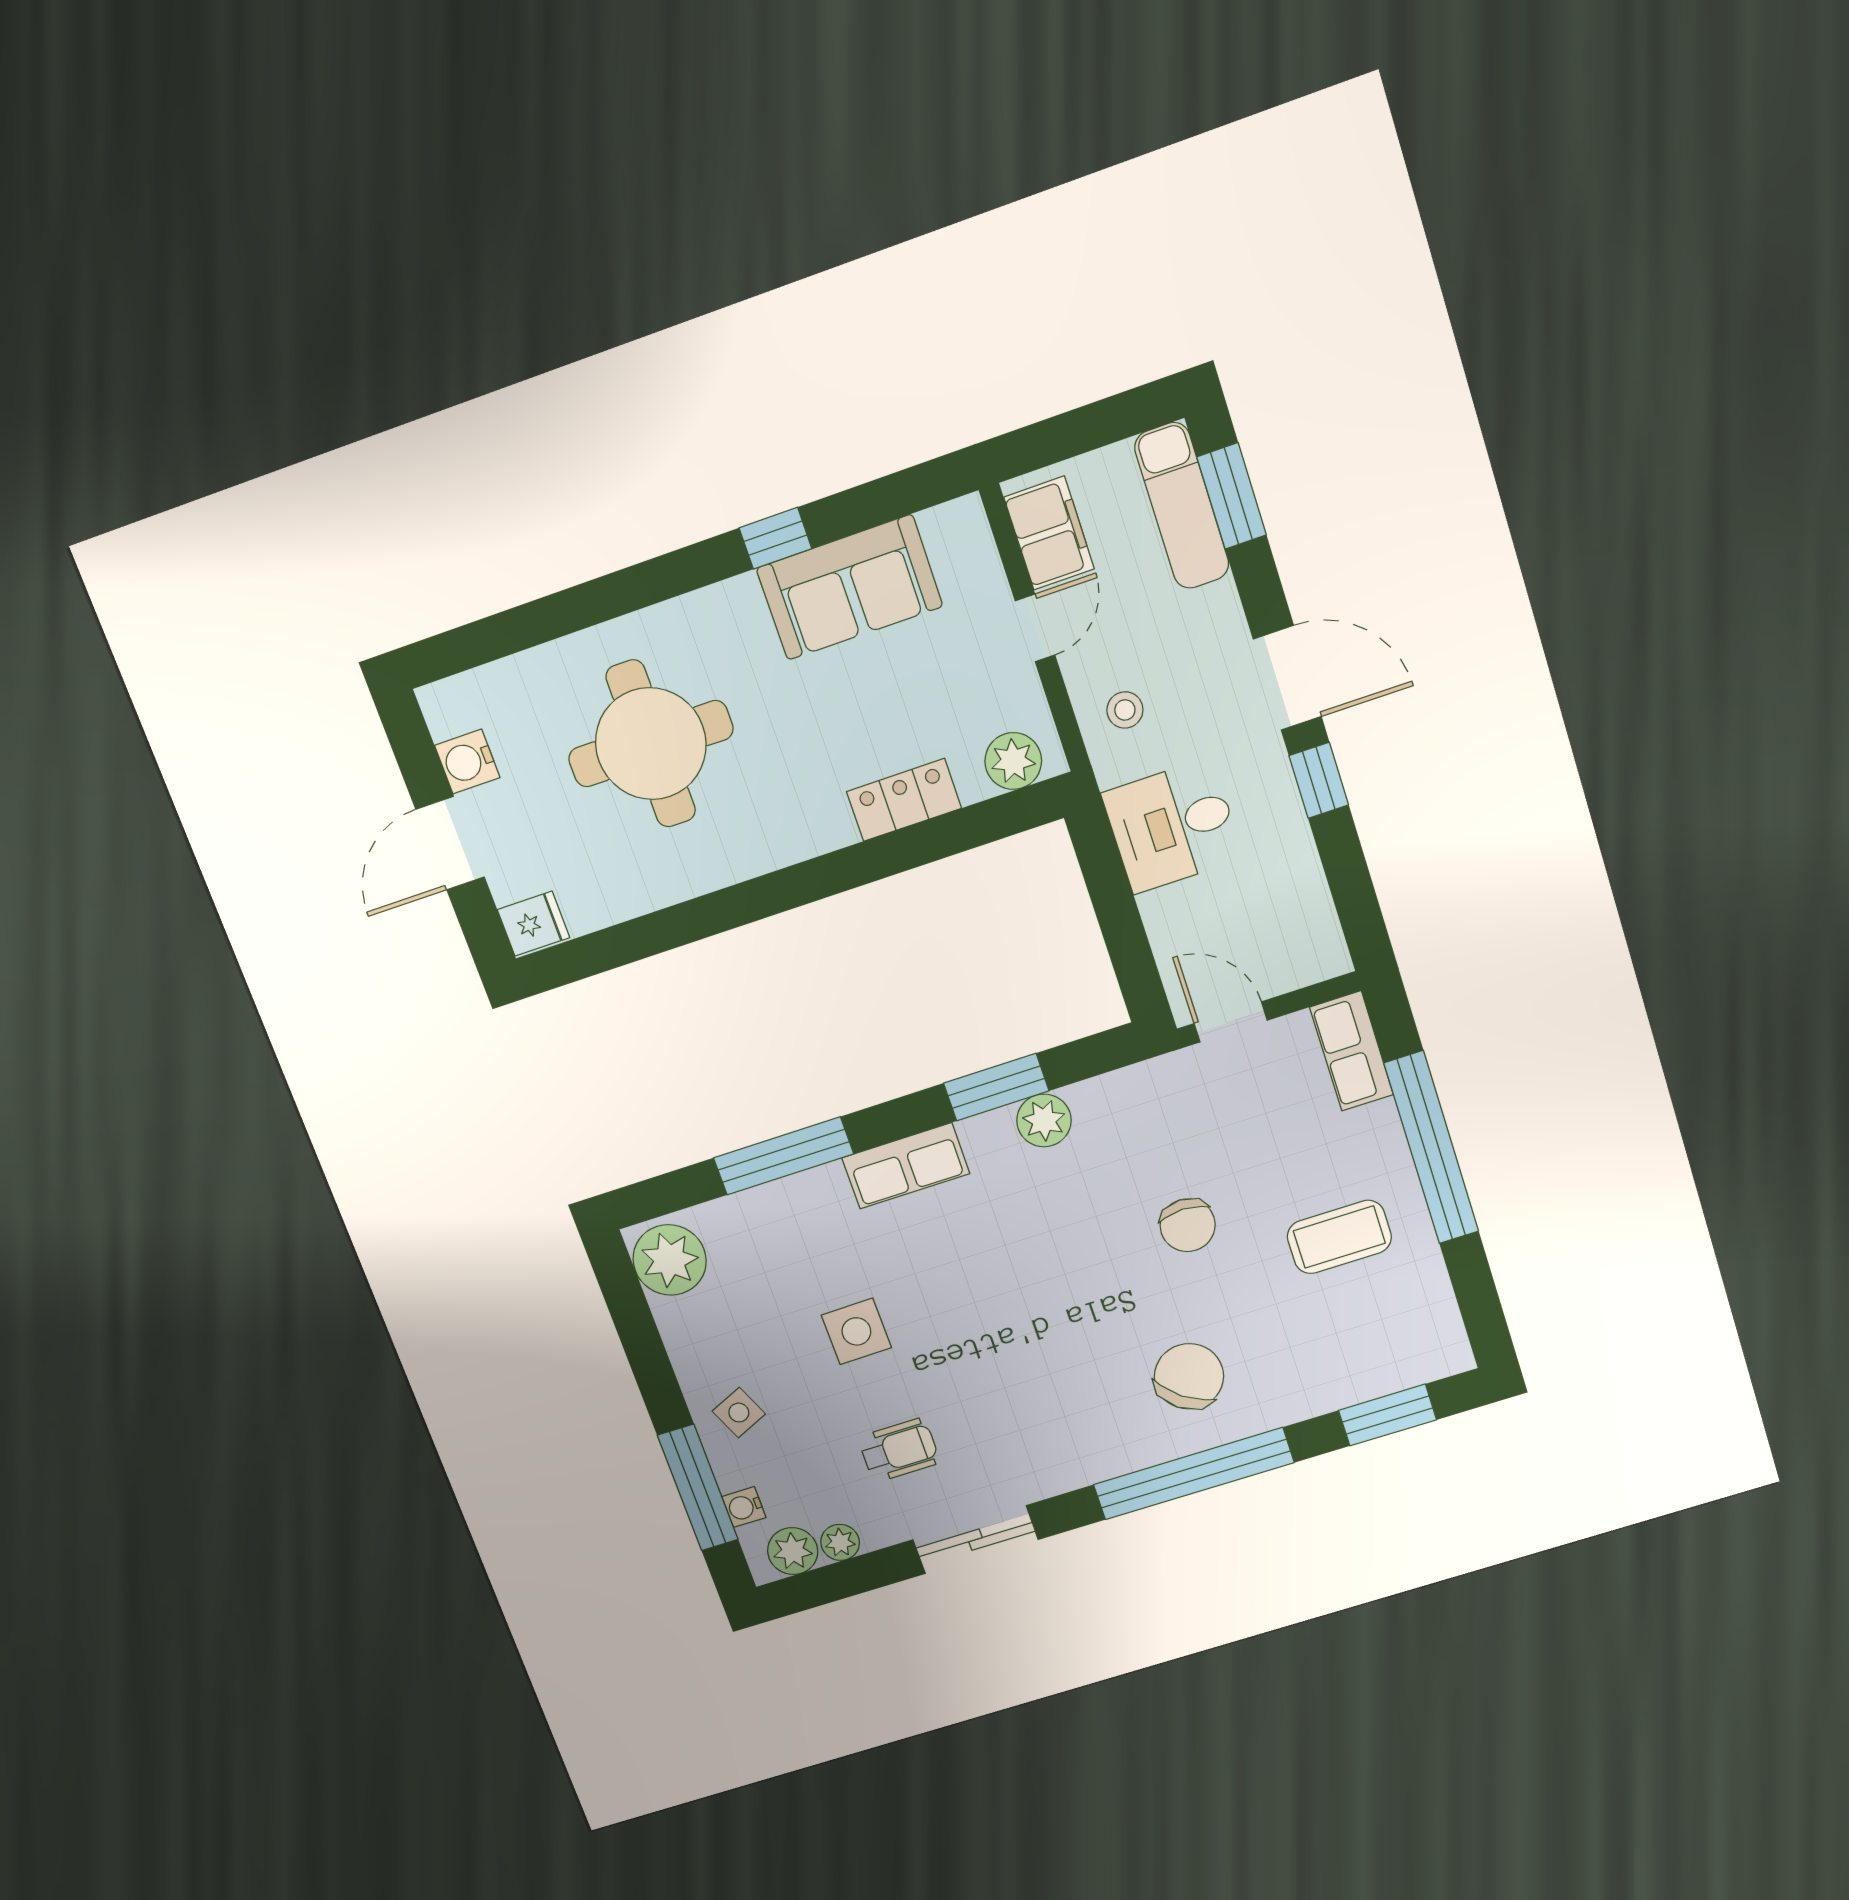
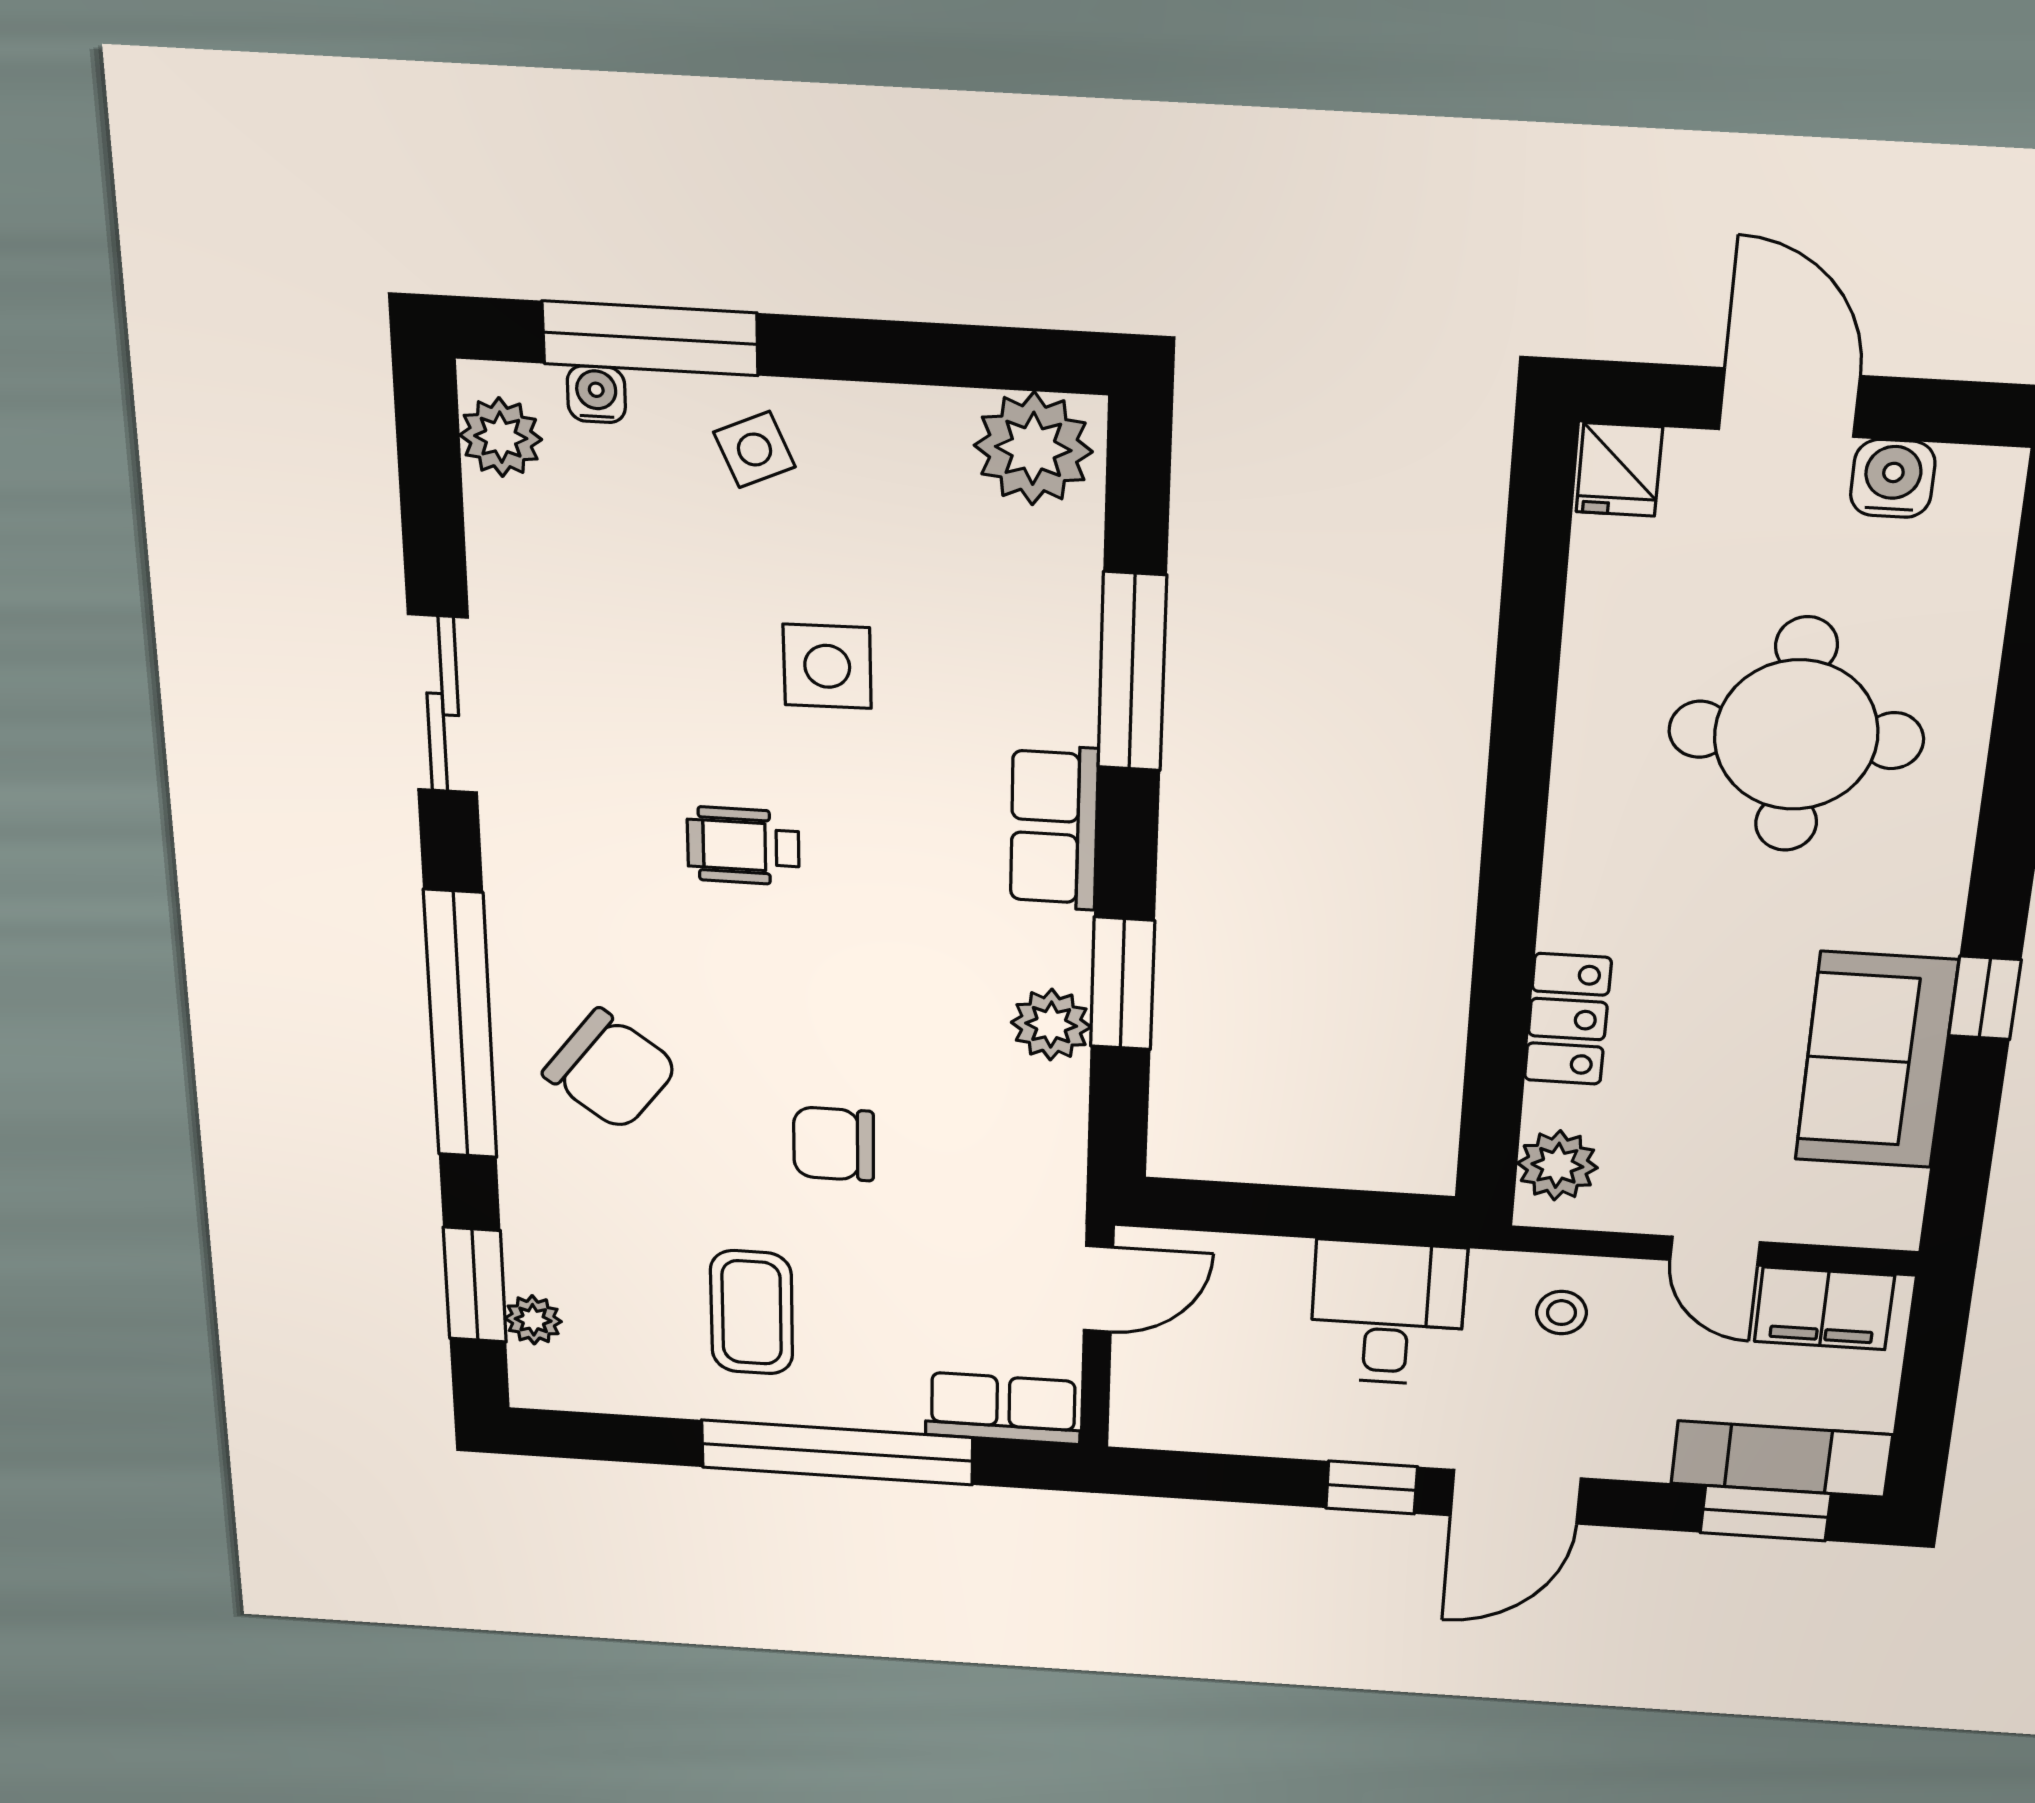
wheelchair: (899, 1450) -> (743, 846), moved, turned 90
plant: (840, 1542) -> (533, 1320), moved

